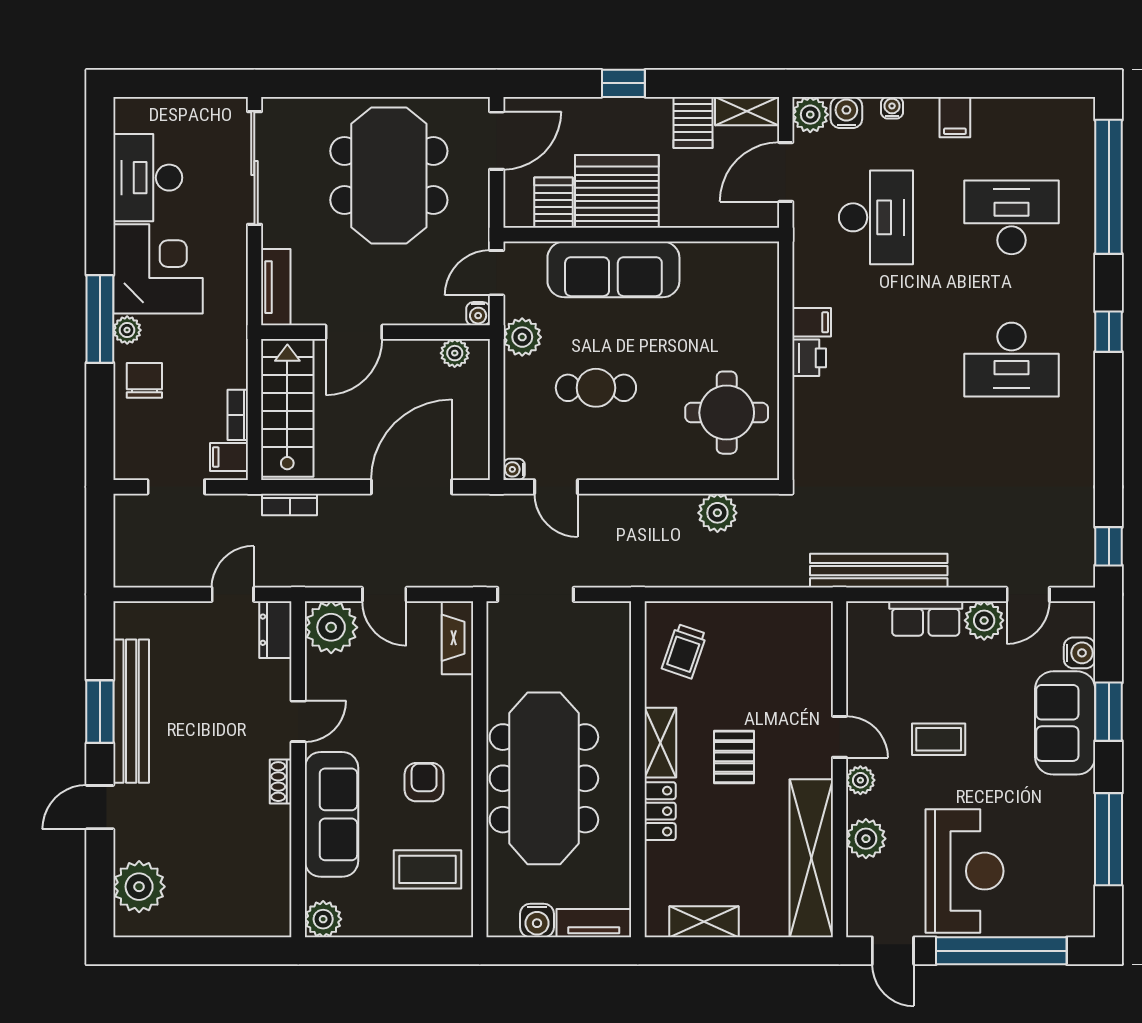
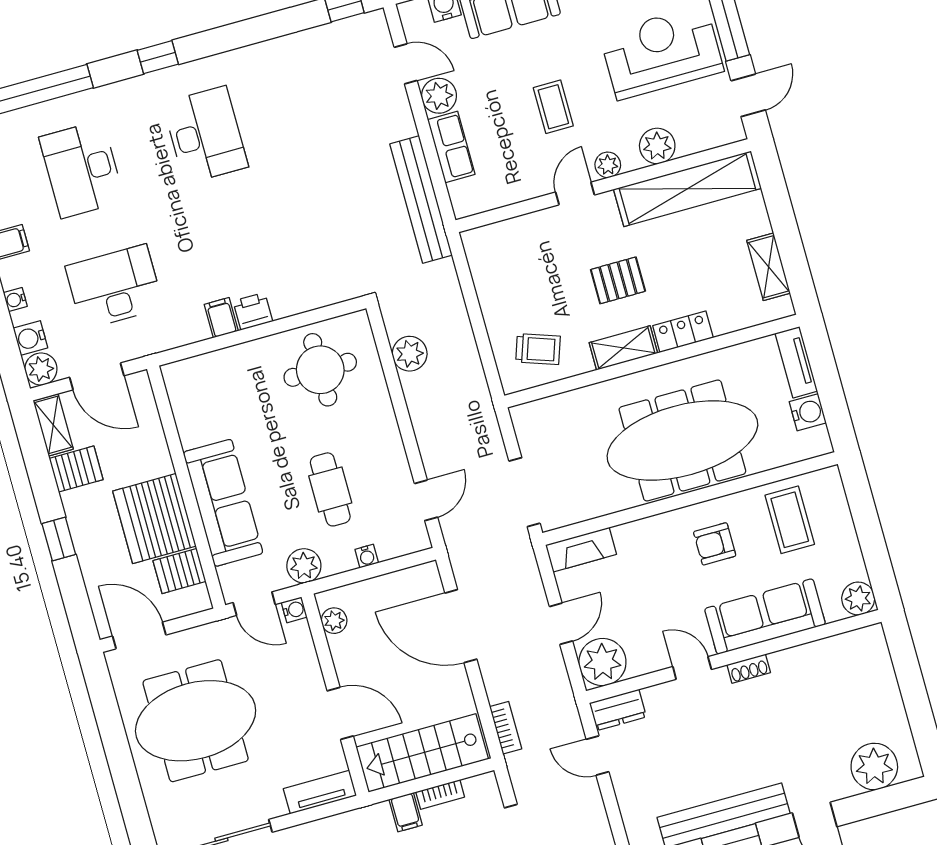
filing cabinet: (229, 457) -> (406, 812), moved
water cooler: (514, 469) -> (367, 556), moved

